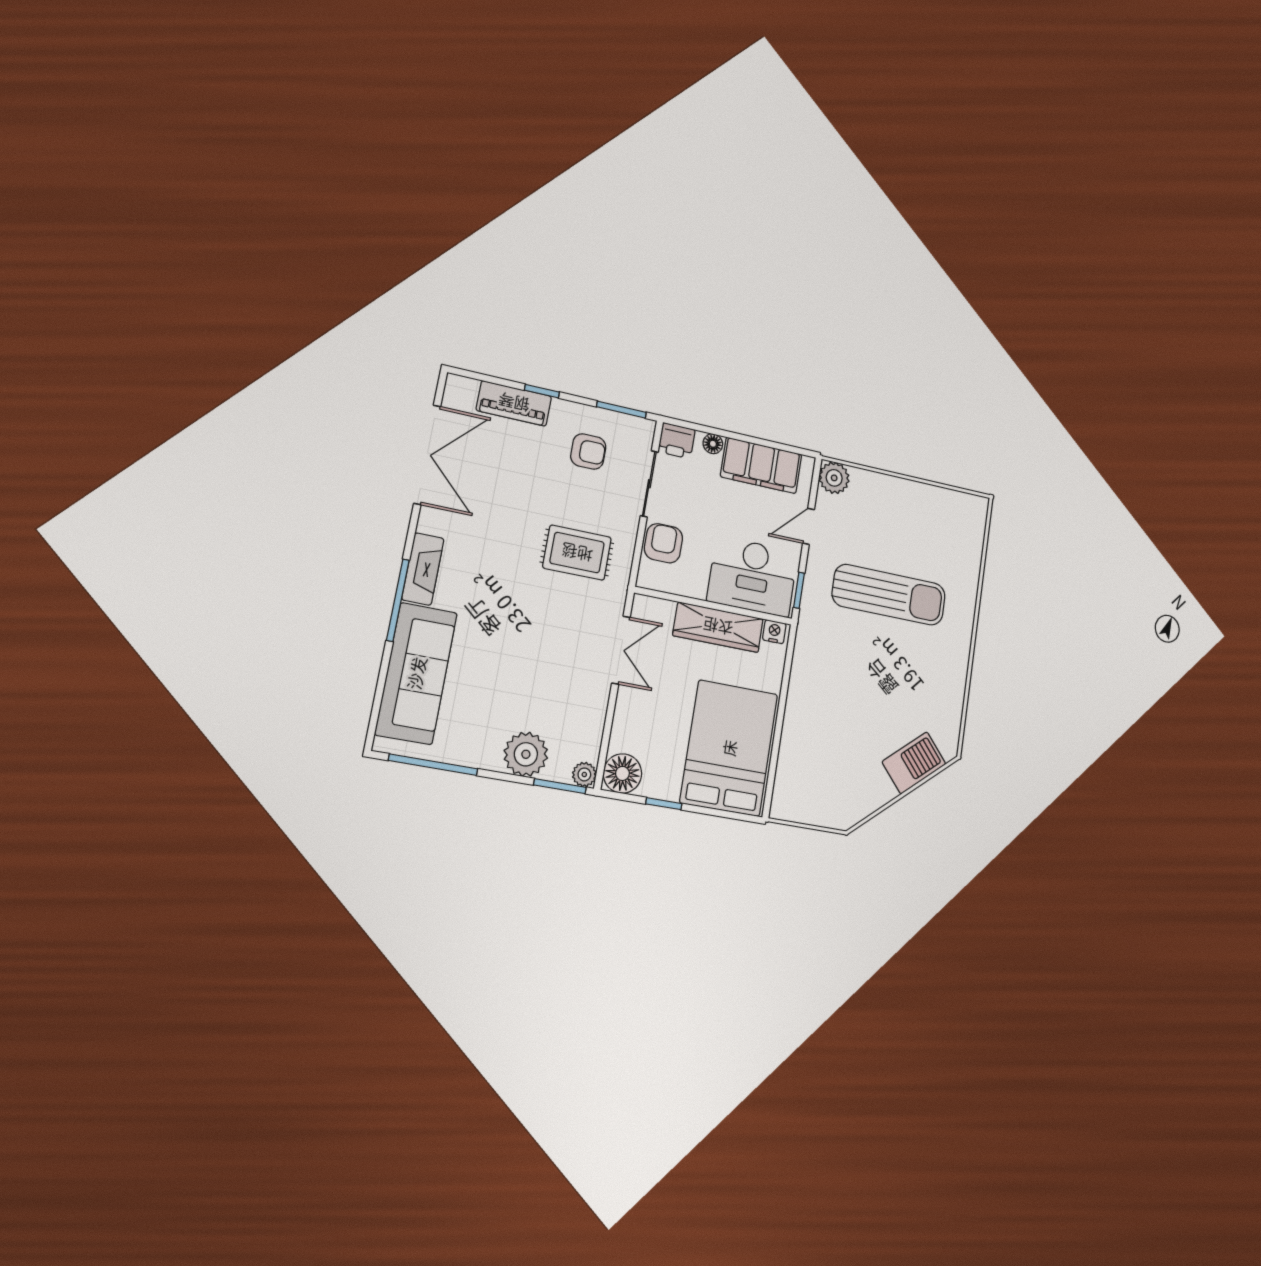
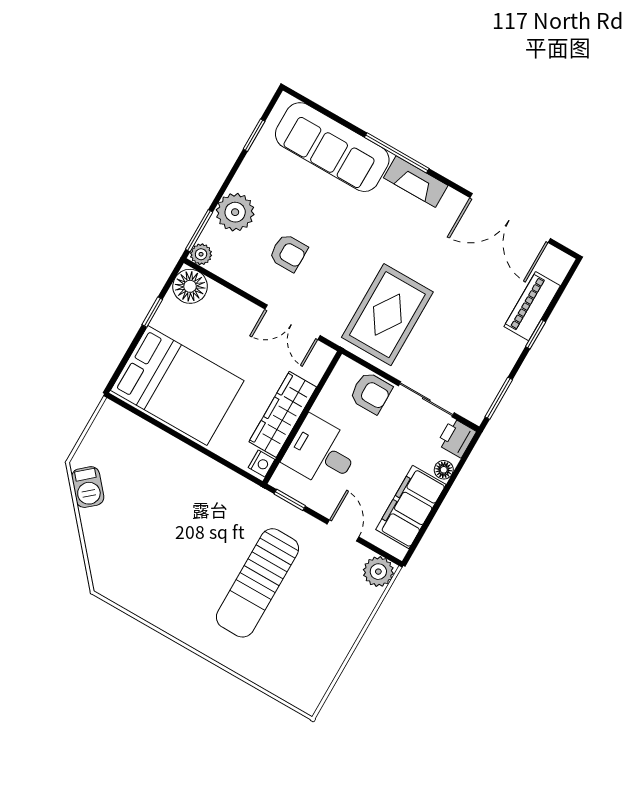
armchair: (588, 451) -> (288, 253), moved, turned -90
rug: (577, 553) -> (387, 315), width x1.36, depth x1.43
desk: (753, 576) -> (321, 453), width x0.73
barbecue: (914, 763) -> (88, 487), moved, width x0.73, depth x0.79
window: (433, 765) -> (254, 135), width x0.46

